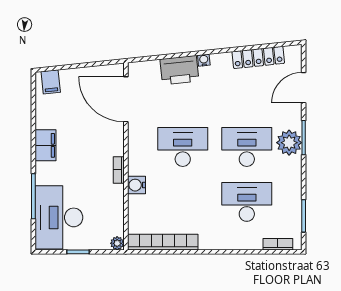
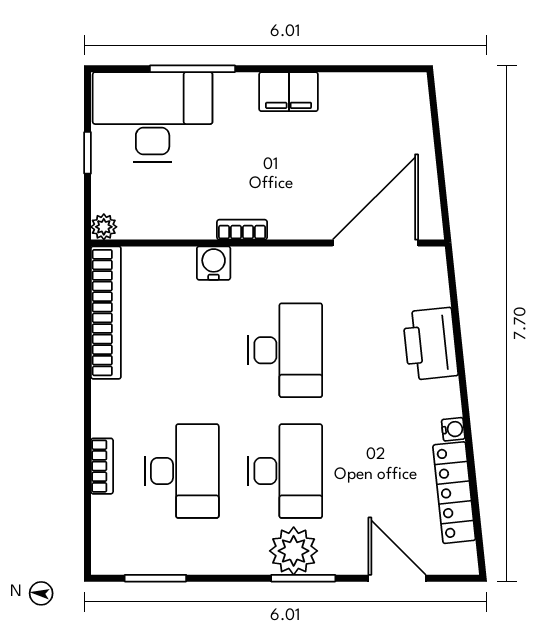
water cooler: (204, 60) -> (453, 429), moved
filing cabinet: (51, 82) -> (408, 101), removed
bookcase: (278, 244) -> (102, 466), moved

